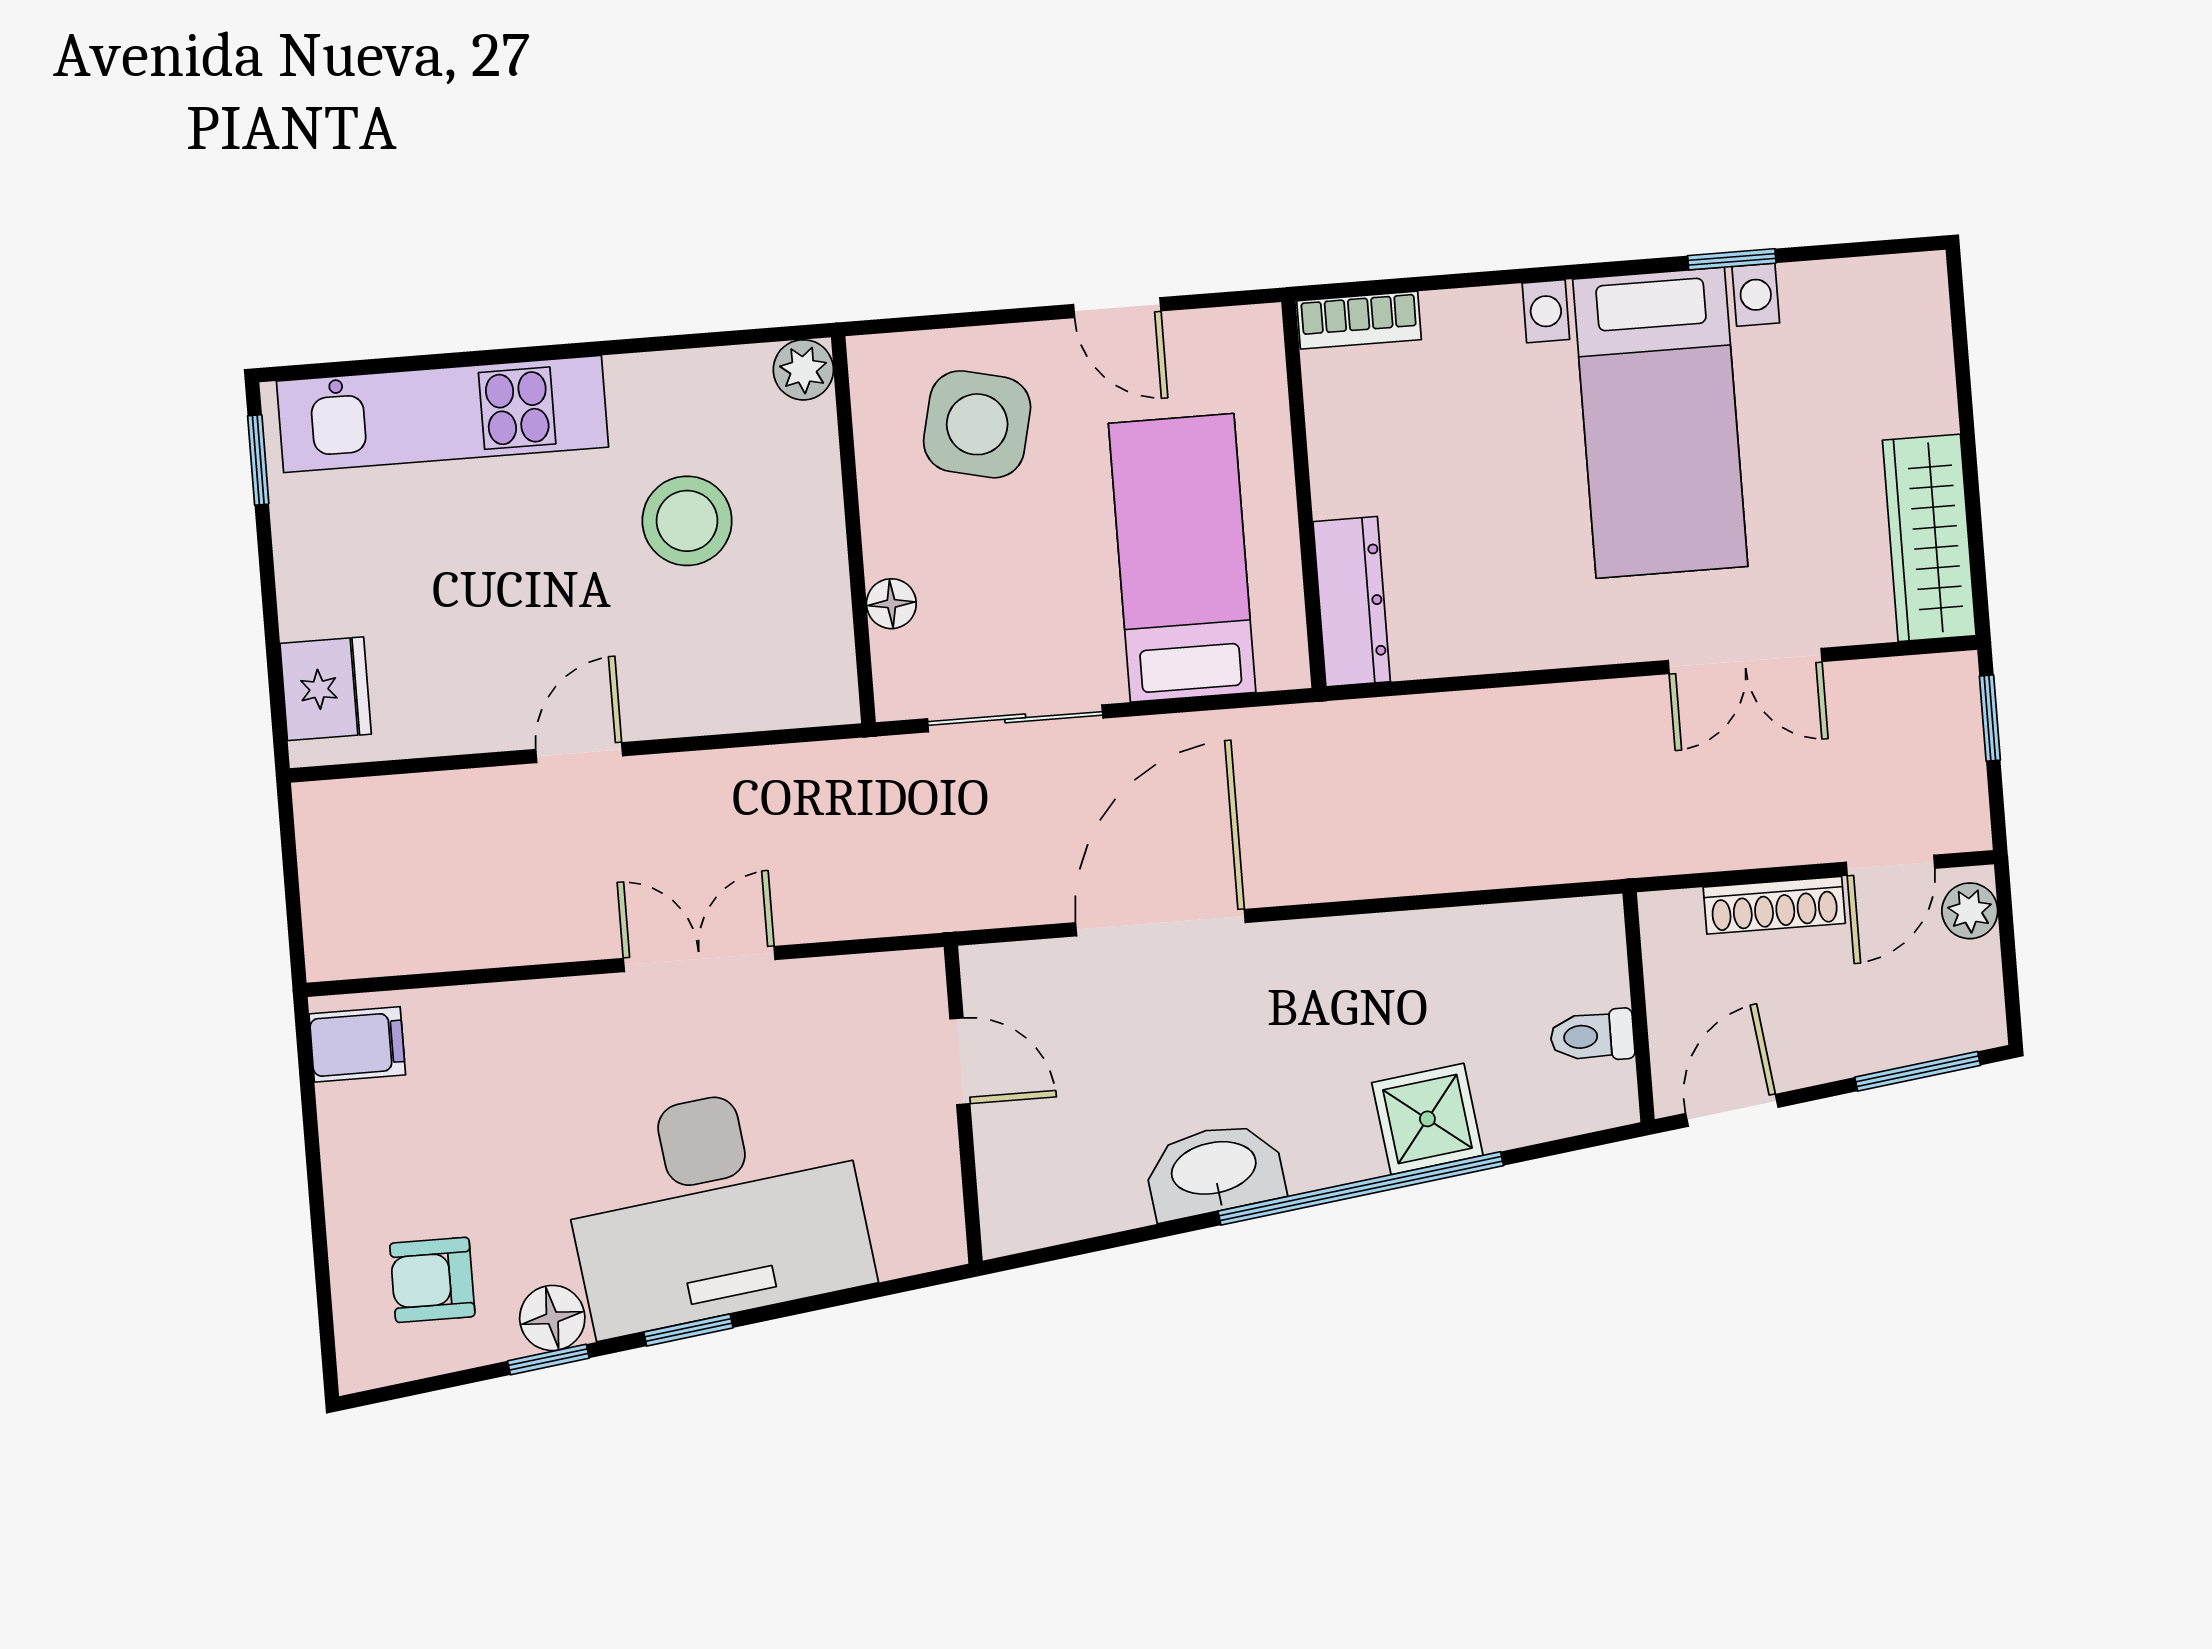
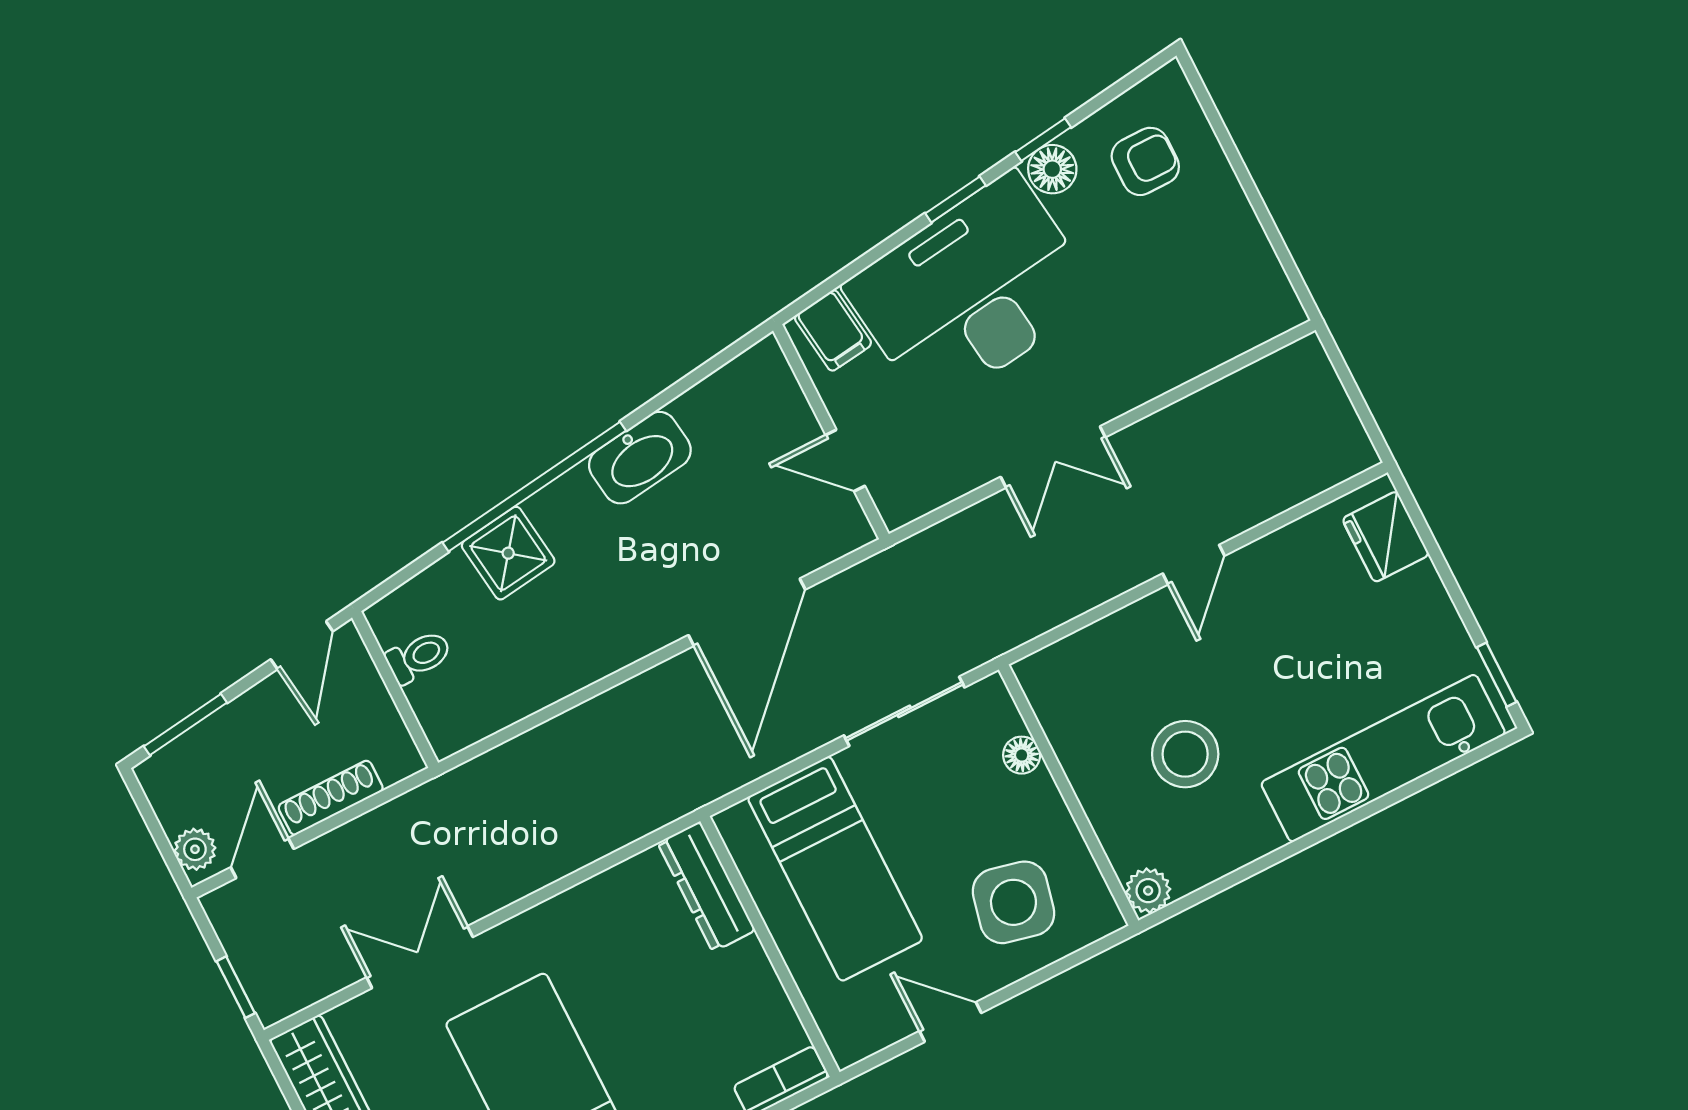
filing cabinet: (357, 1044) -> (833, 330), moved, turned -97

